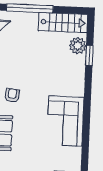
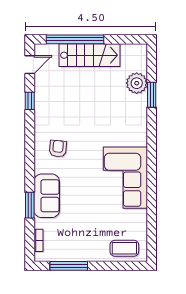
stairs: (63, 22) -> (89, 55), moved

